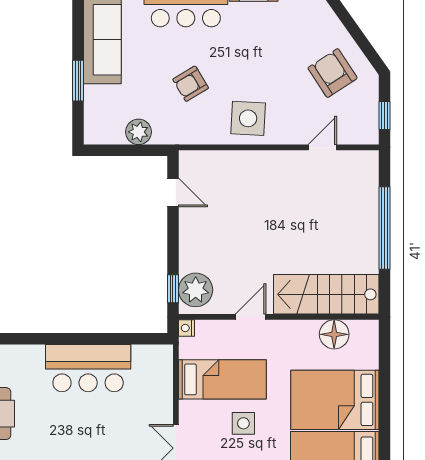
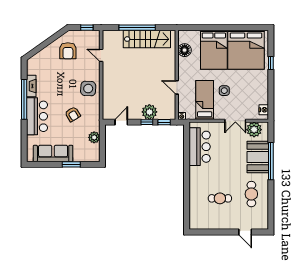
armchair: (333, 73) -> (68, 51), turned -57
window: (173, 250) -> (147, 122), added
plant: (196, 290) -> (149, 112), moved
stairs: (326, 294) -> (147, 39), moved, turned -90
bar counter: (88, 368) -> (200, 147), moved

